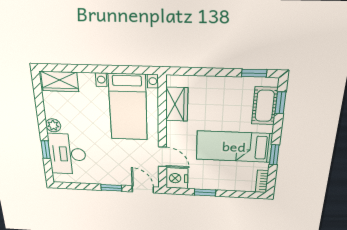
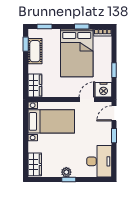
wardrobe: (177, 104) -> (35, 85), moved, turned 90
cot: (265, 106) -> (35, 51), moved, turned 90
bed: (234, 147) -> (77, 53), width x1.50
window: (46, 150) -> (69, 180), moved
desk: (67, 154) -> (99, 161), moved, turned -90

